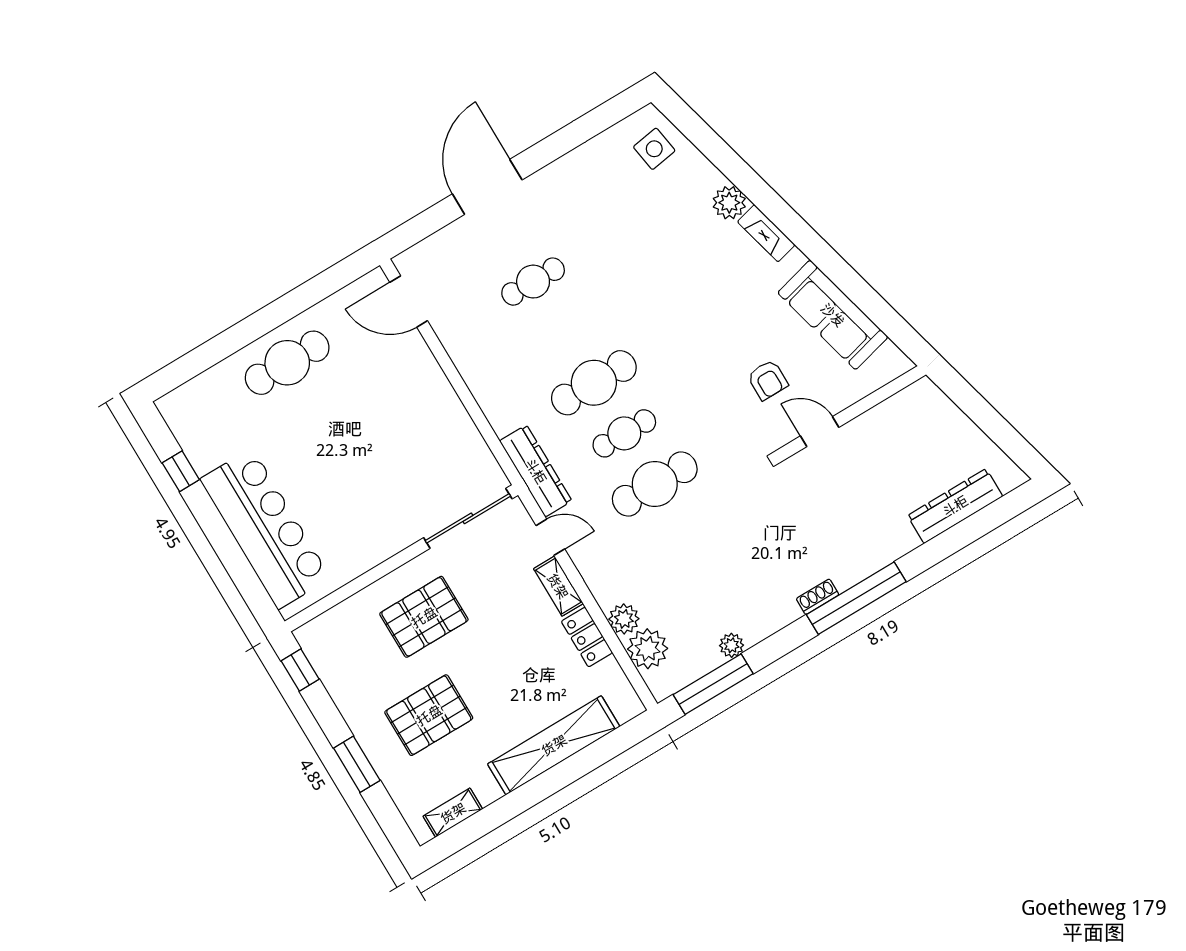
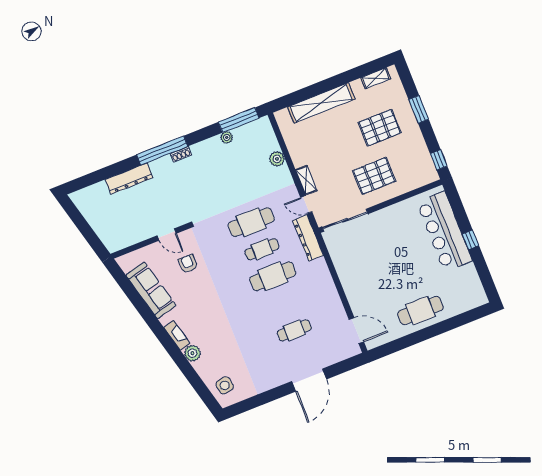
window: (181, 471) -> (470, 240), moved
dresser: (955, 506) -> (129, 179), moved
locker: (587, 637) -> (296, 153), removed
plant: (648, 649) -> (268, 143), removed

